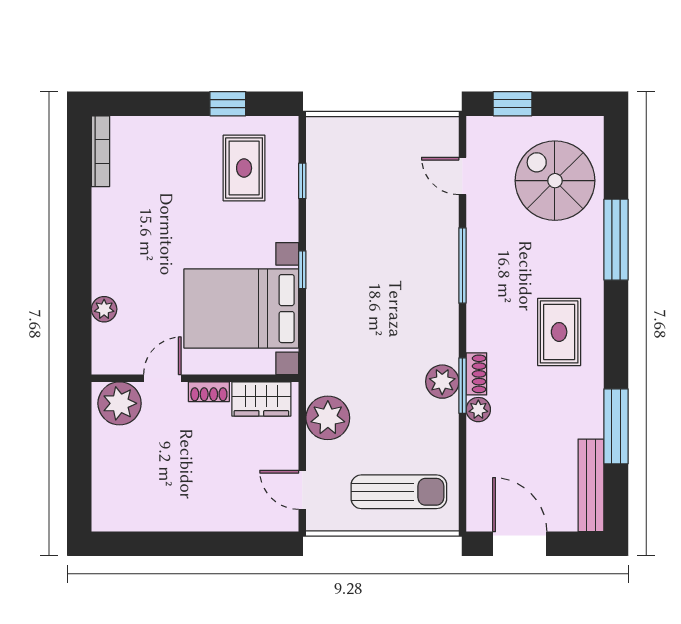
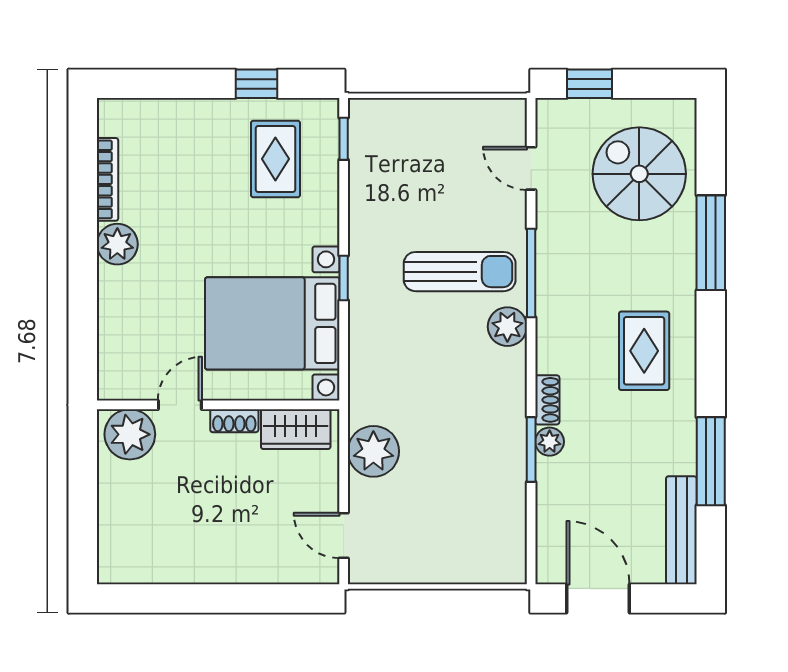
bookcase: (100, 151) -> (107, 179), moved
window: (302, 181) -> (344, 139), moved
plant: (104, 309) -> (117, 244), moved, width x1.38, depth x1.38
plant: (442, 382) -> (507, 327), moved
window: (462, 386) -> (531, 449), moved
sun lounger: (399, 492) -> (460, 272), moved

